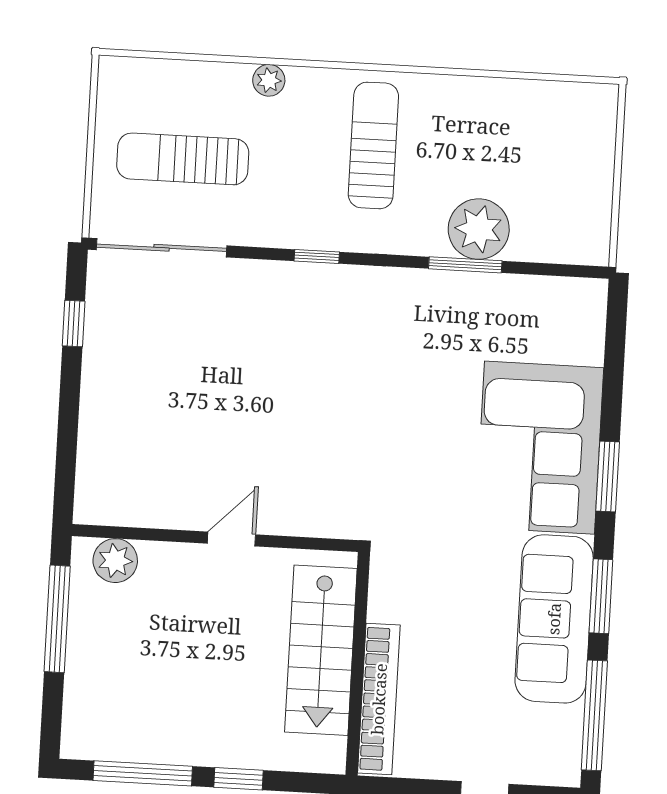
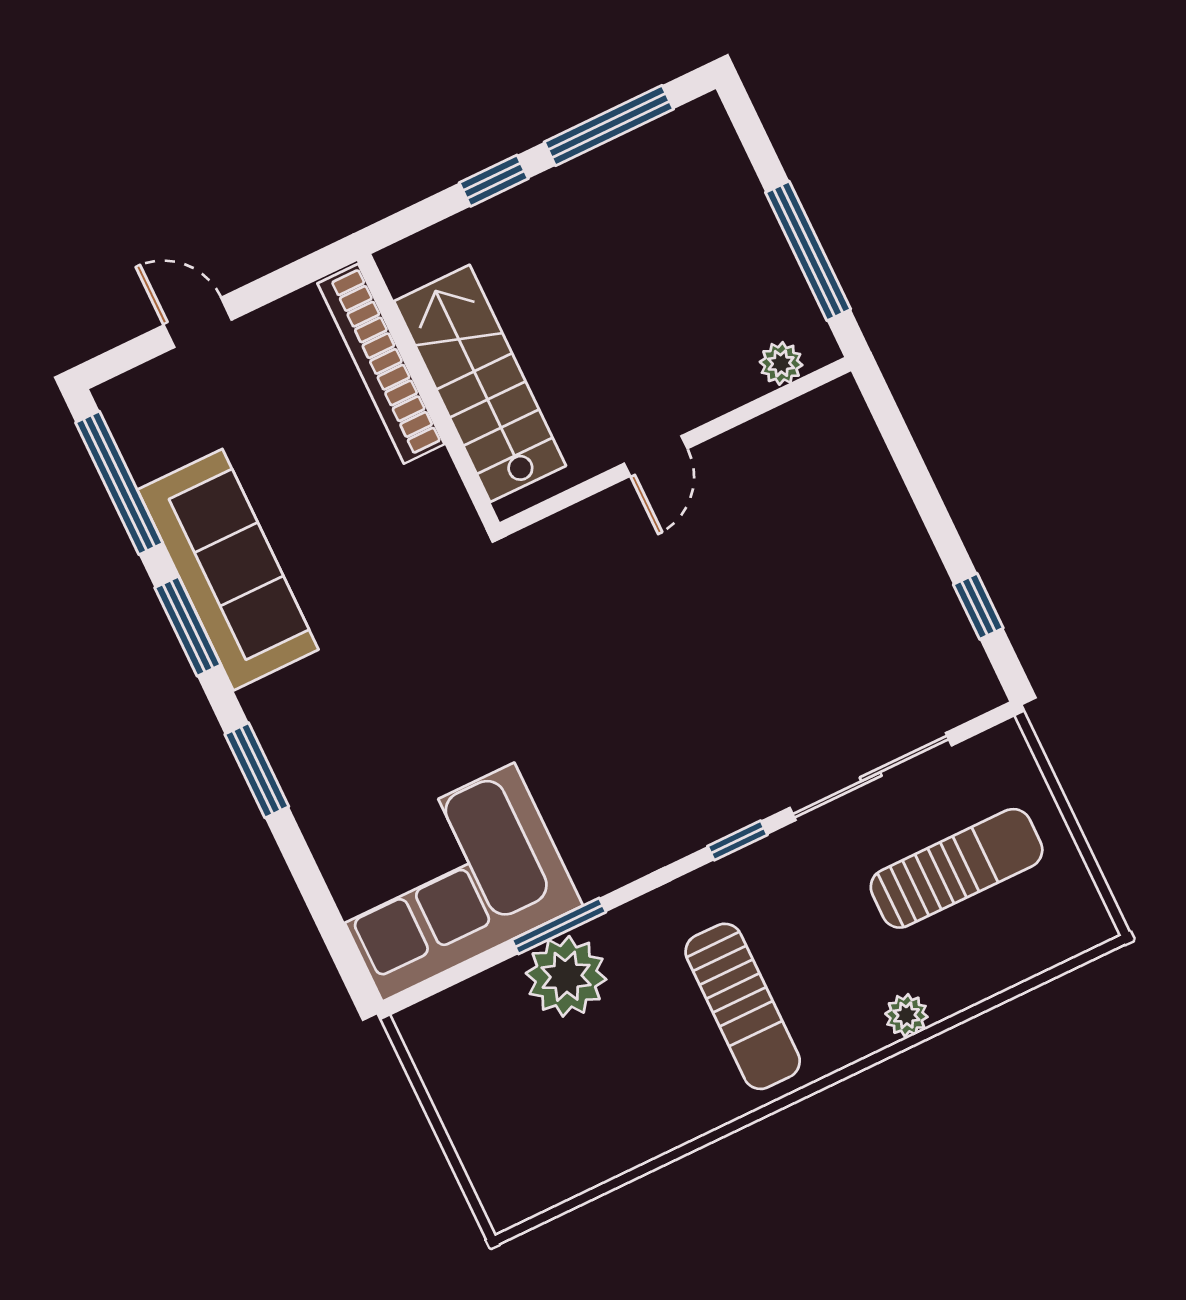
sliding door: (161, 248) -> (871, 777), moved
corner sofa: (540, 448) -> (448, 882), moved, turned -90
plant: (115, 561) -> (781, 363), width x0.73, depth x0.73

